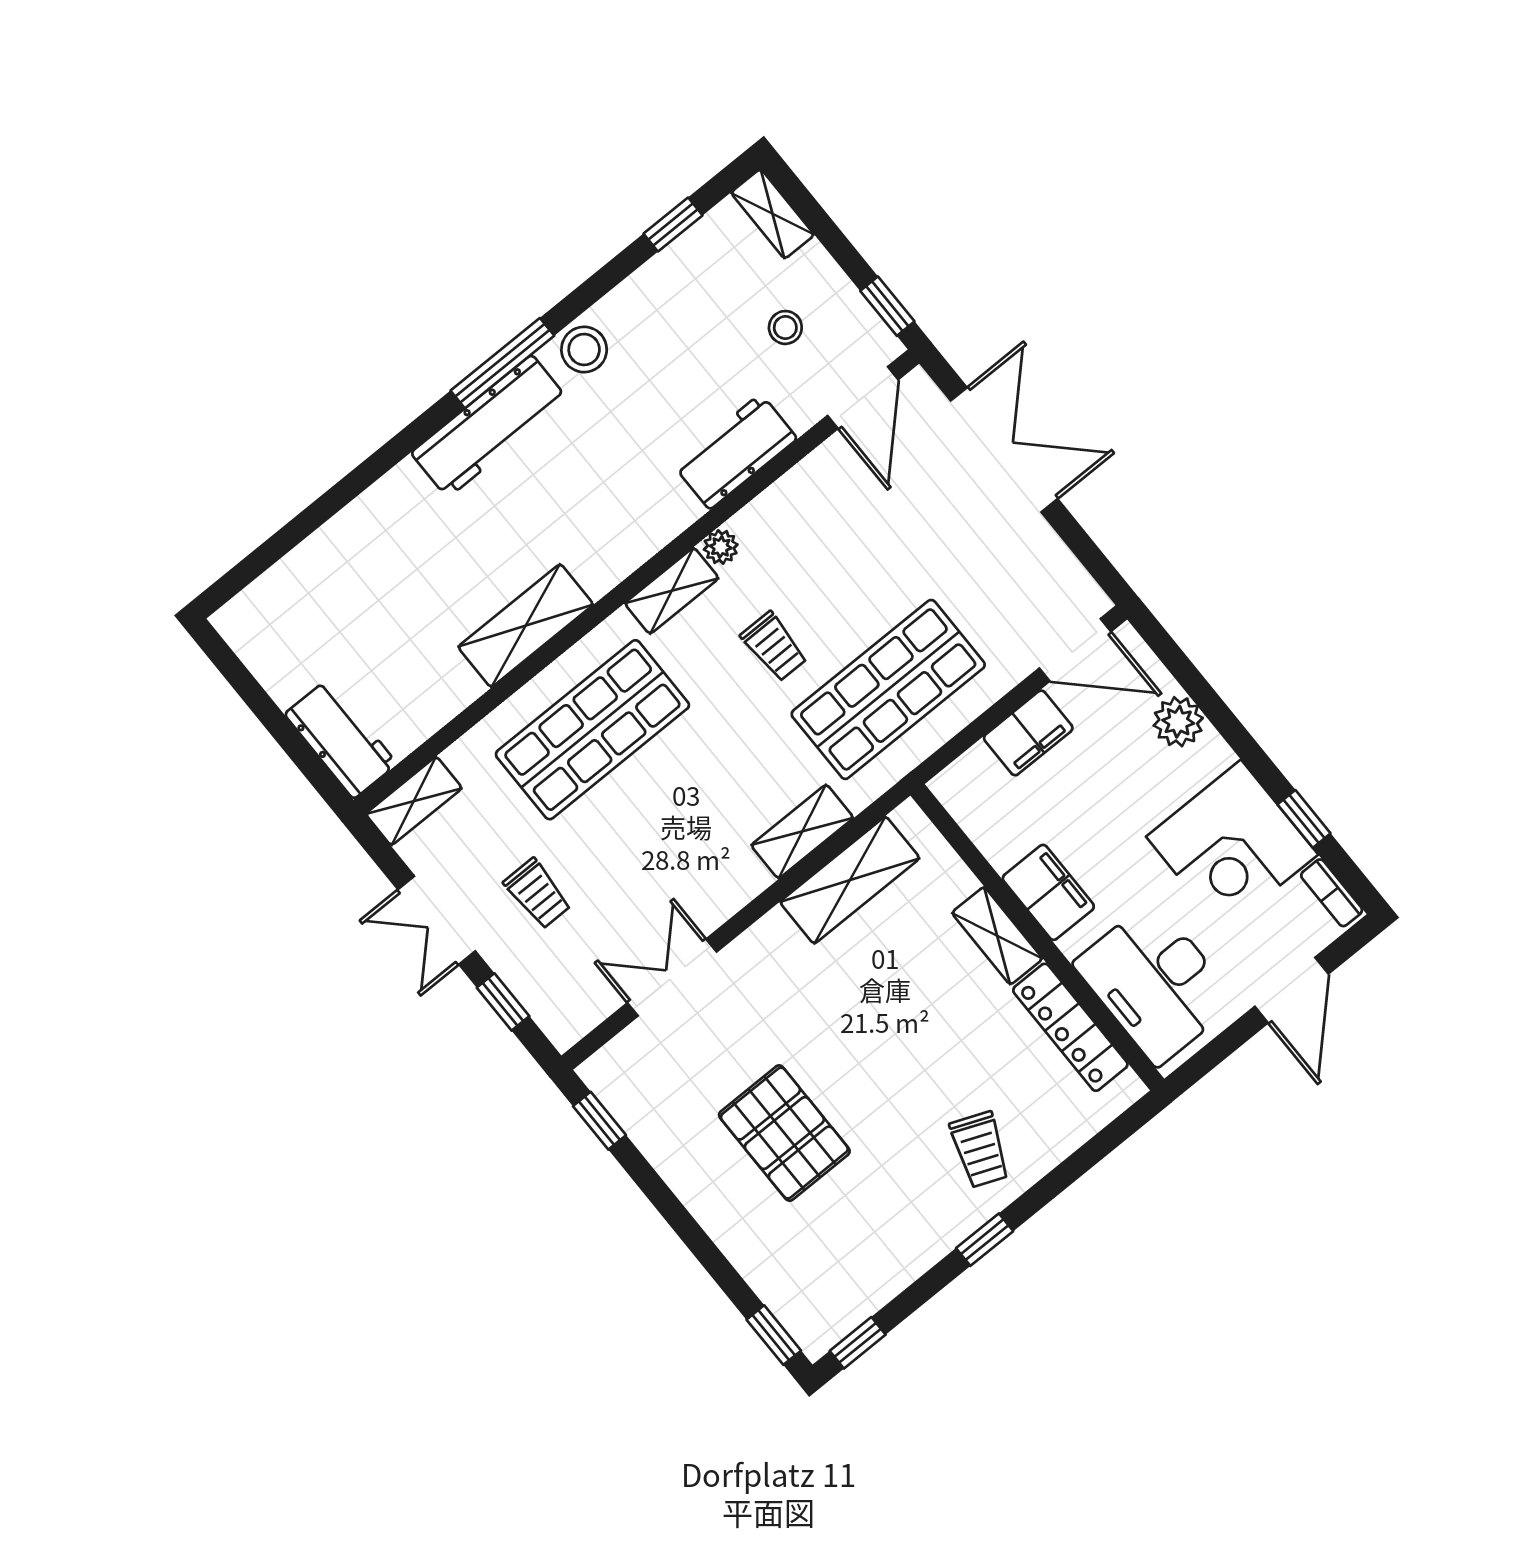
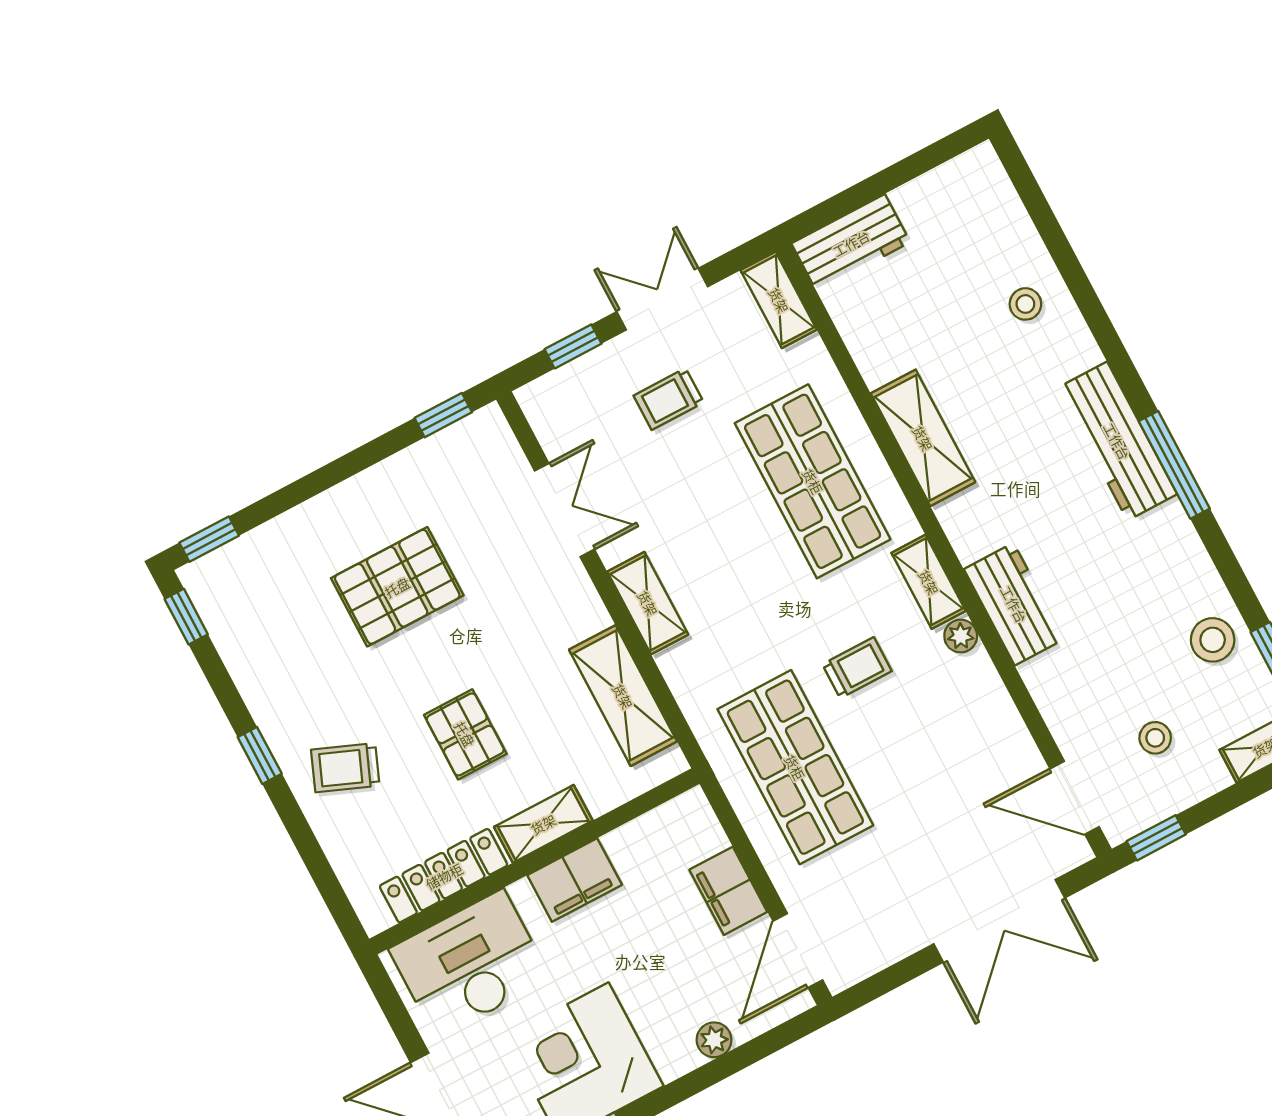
stool: (584, 349) -> (1213, 640), moved
workbench: (735, 452) -> (1014, 604), moved
stool: (368, 548) -> (1025, 304), added
trolley: (774, 647) -> (857, 668), turned 180
plant: (1178, 722) -> (714, 1040), width x0.73, depth x0.73
shelving: (802, 831) -> (648, 603), moved
pallet: (922, 1034) -> (465, 734), added

